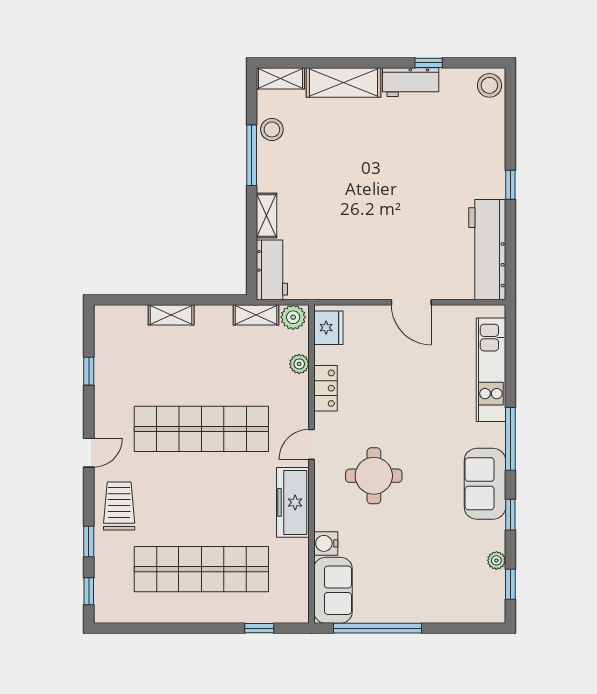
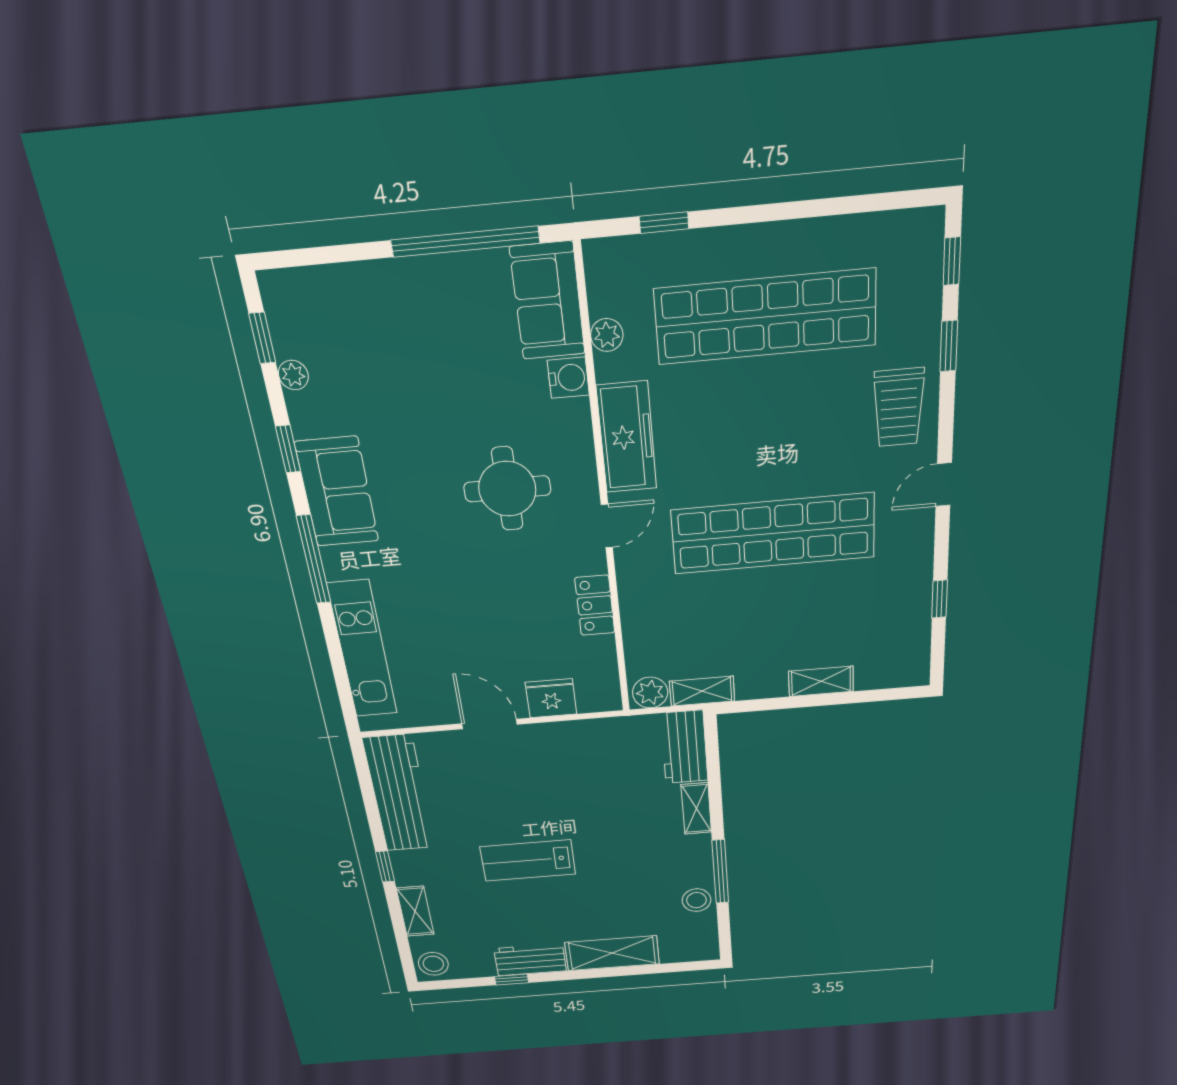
shelving: (280, 78) -> (415, 911), moved, turned 90
lab bench: (399, 180) -> (528, 860), added
fridge: (328, 328) -> (551, 698), moved, turned 90
plant: (299, 364) -> (607, 335), moved

